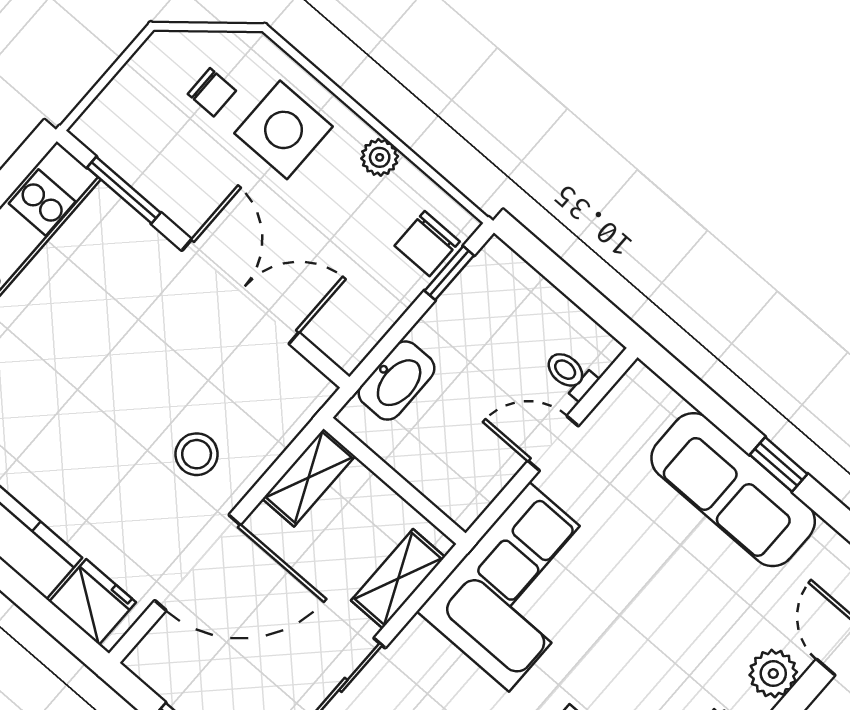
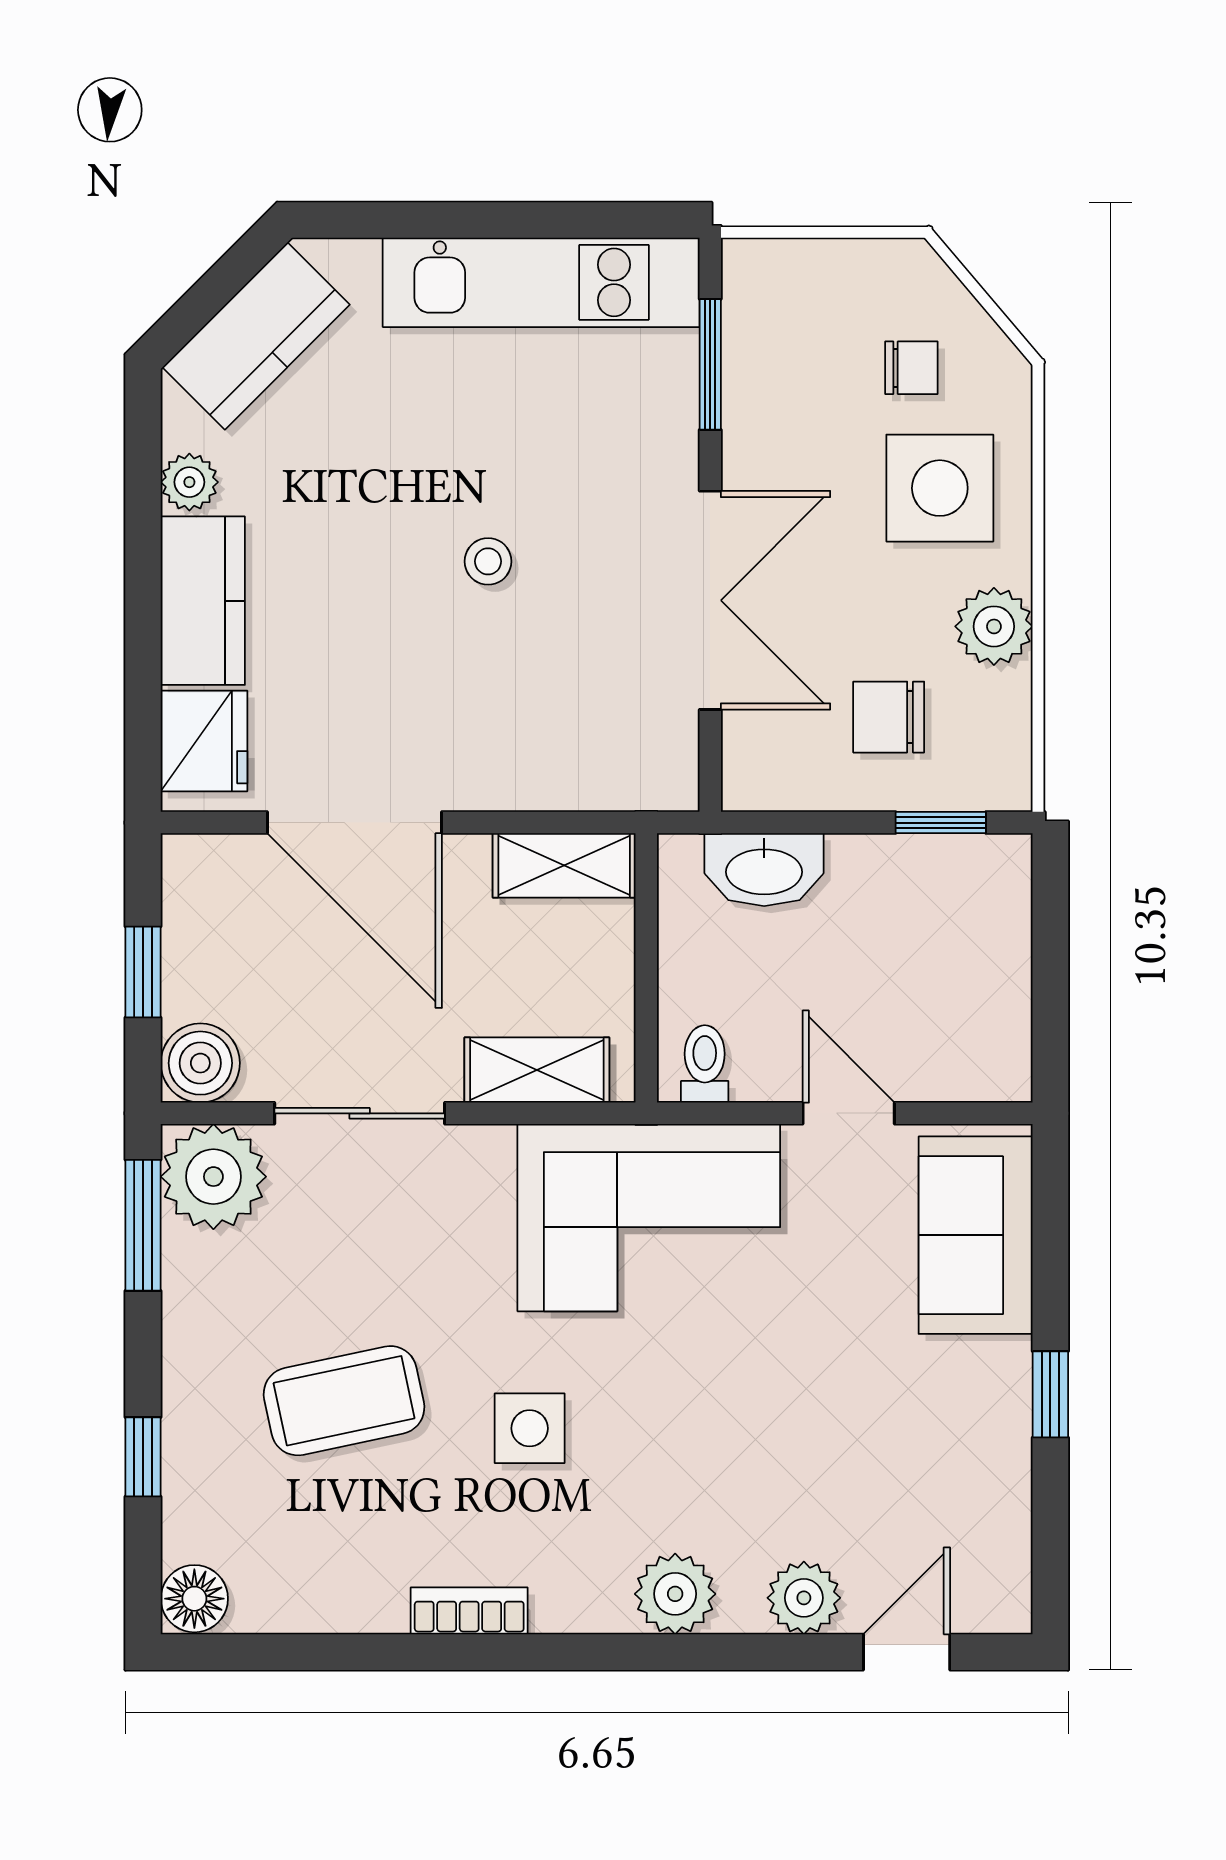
chair: (212, 92) -> (911, 368), turned -90
plant: (380, 157) -> (994, 626), width x1.38, depth x1.38
chair: (427, 244) -> (889, 717), moved
toilet: (570, 374) -> (705, 1064), moved
stool: (197, 454) -> (488, 561), moved, width x0.73, depth x0.73
sofa: (733, 490) -> (976, 1235), moved, width x0.73

